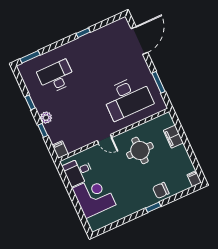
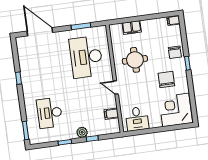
desk: (127, 98) -> (86, 57), turned 180
door: (104, 139) -> (116, 88), swing flipped
filing cabinet: (60, 150) -> (111, 114), moved
chair: (129, 190) -> (166, 79), added
corner desk: (94, 197) -> (176, 110), moved

